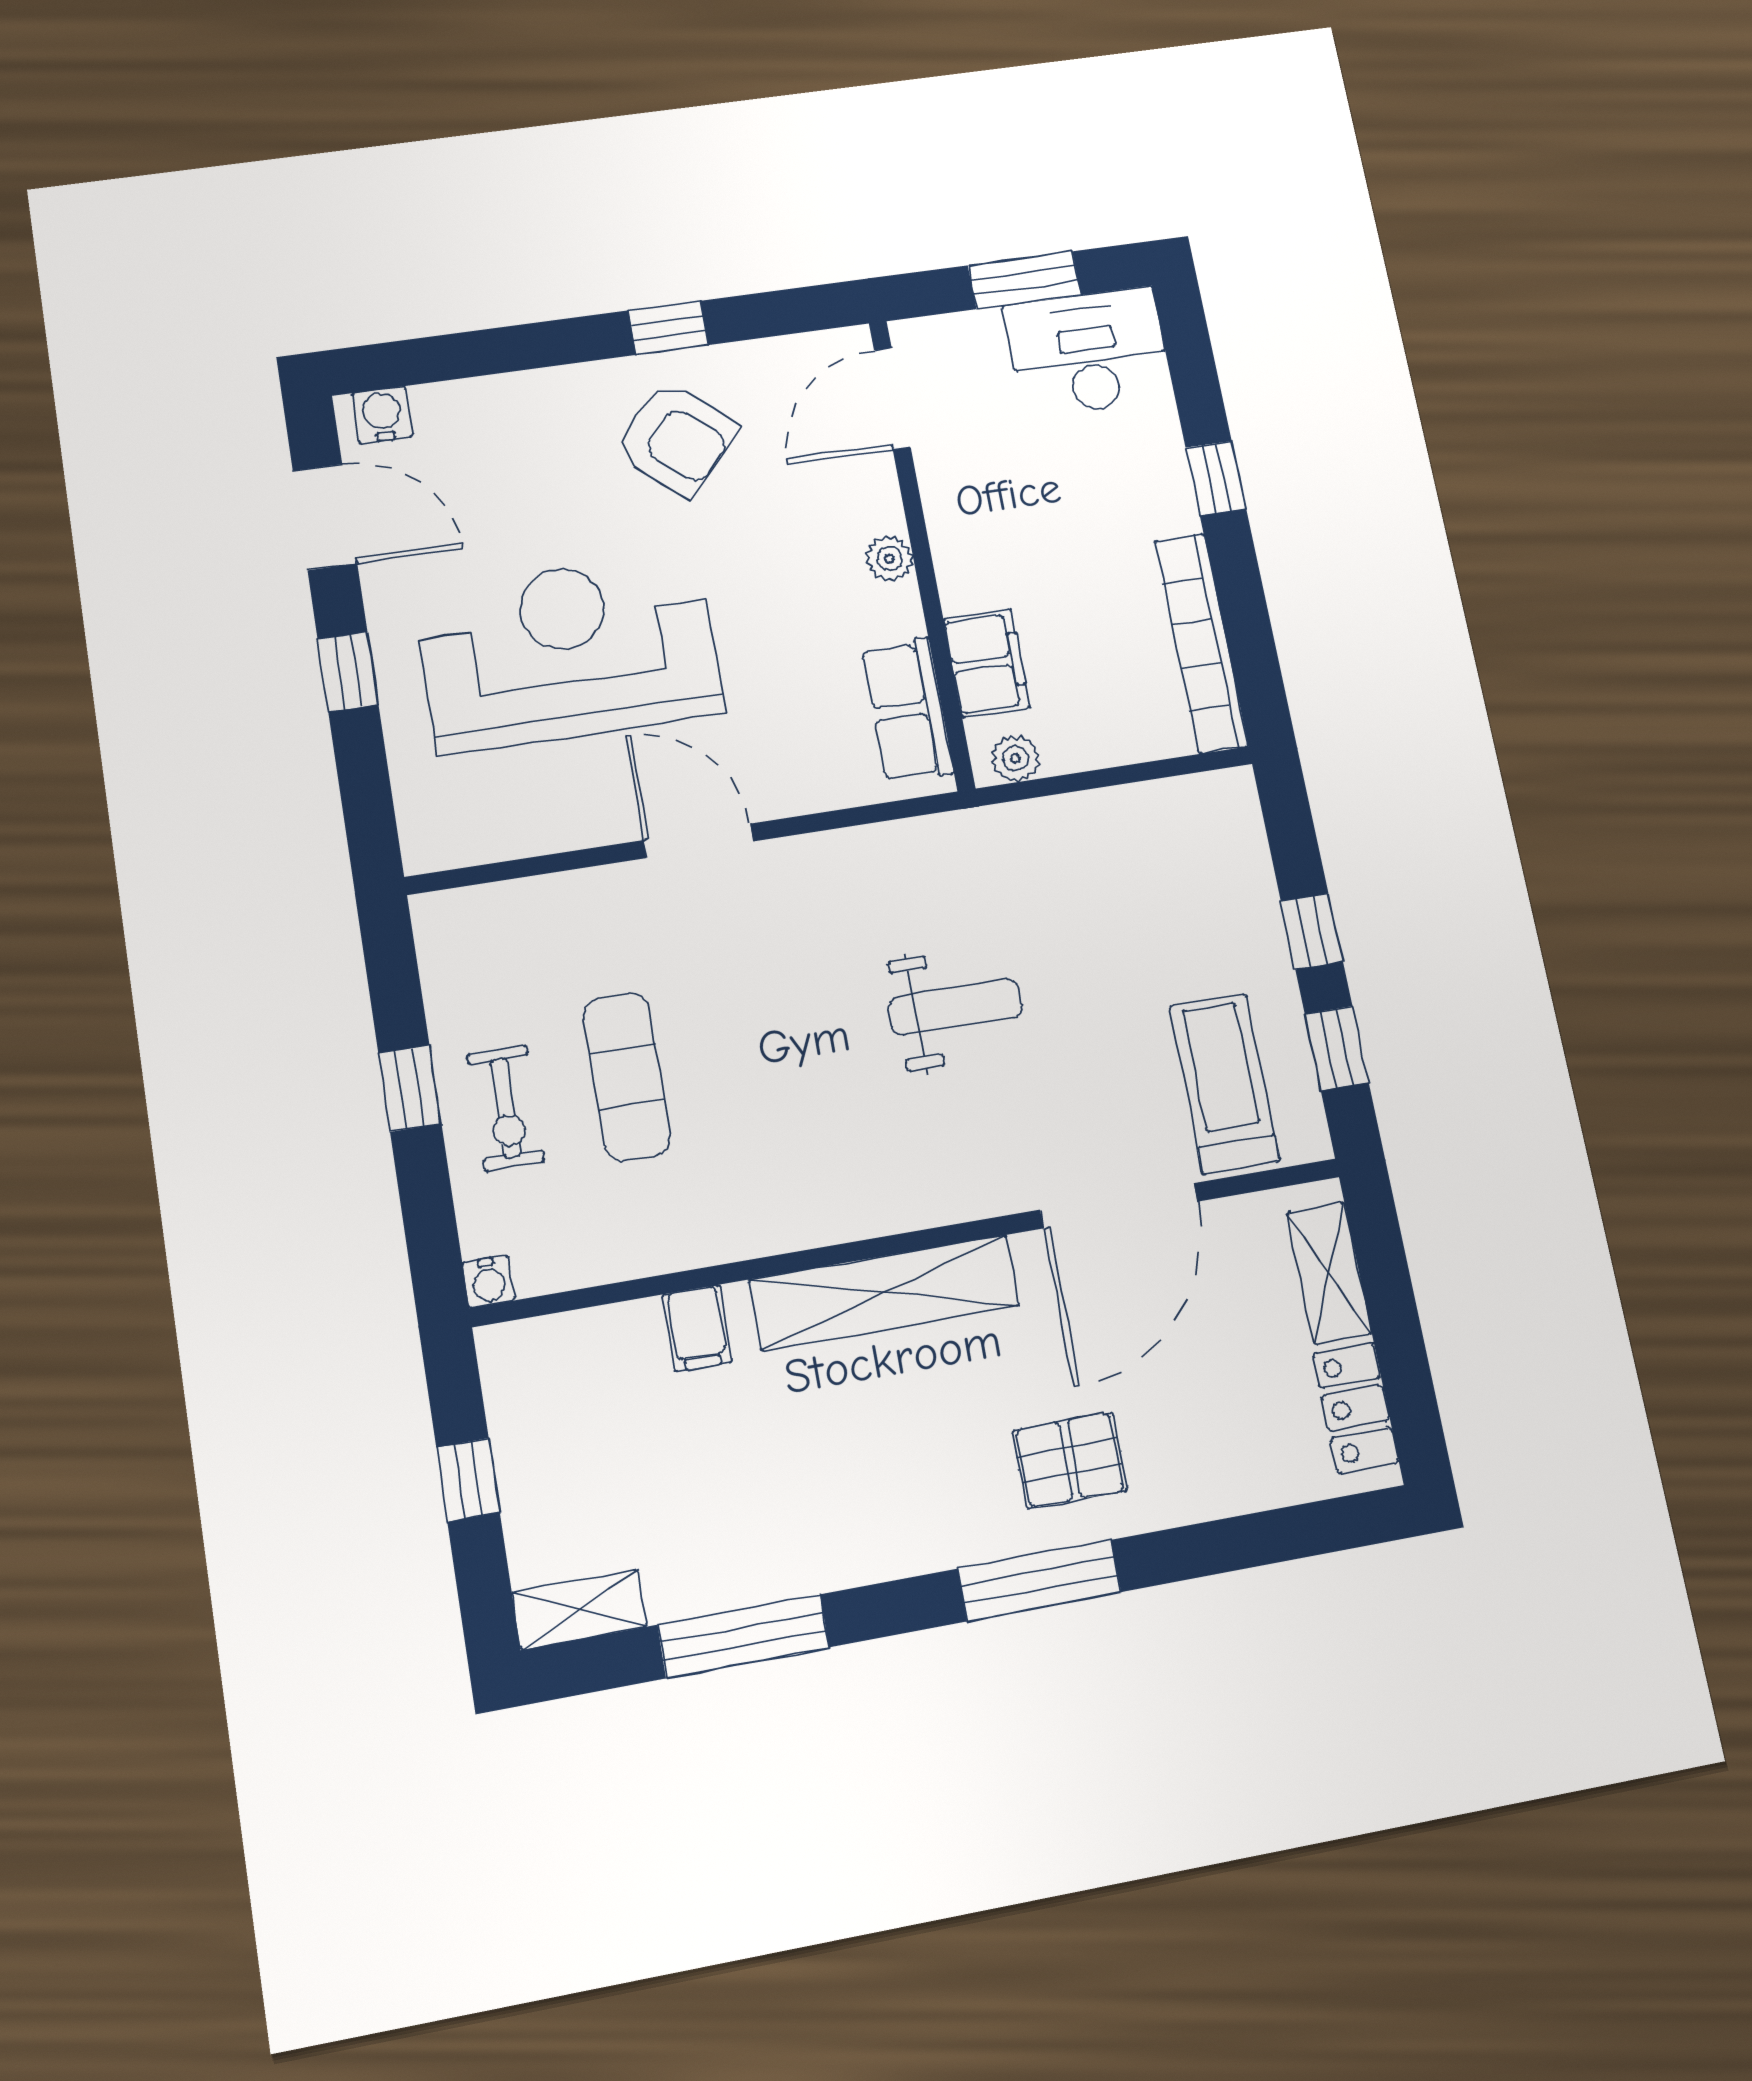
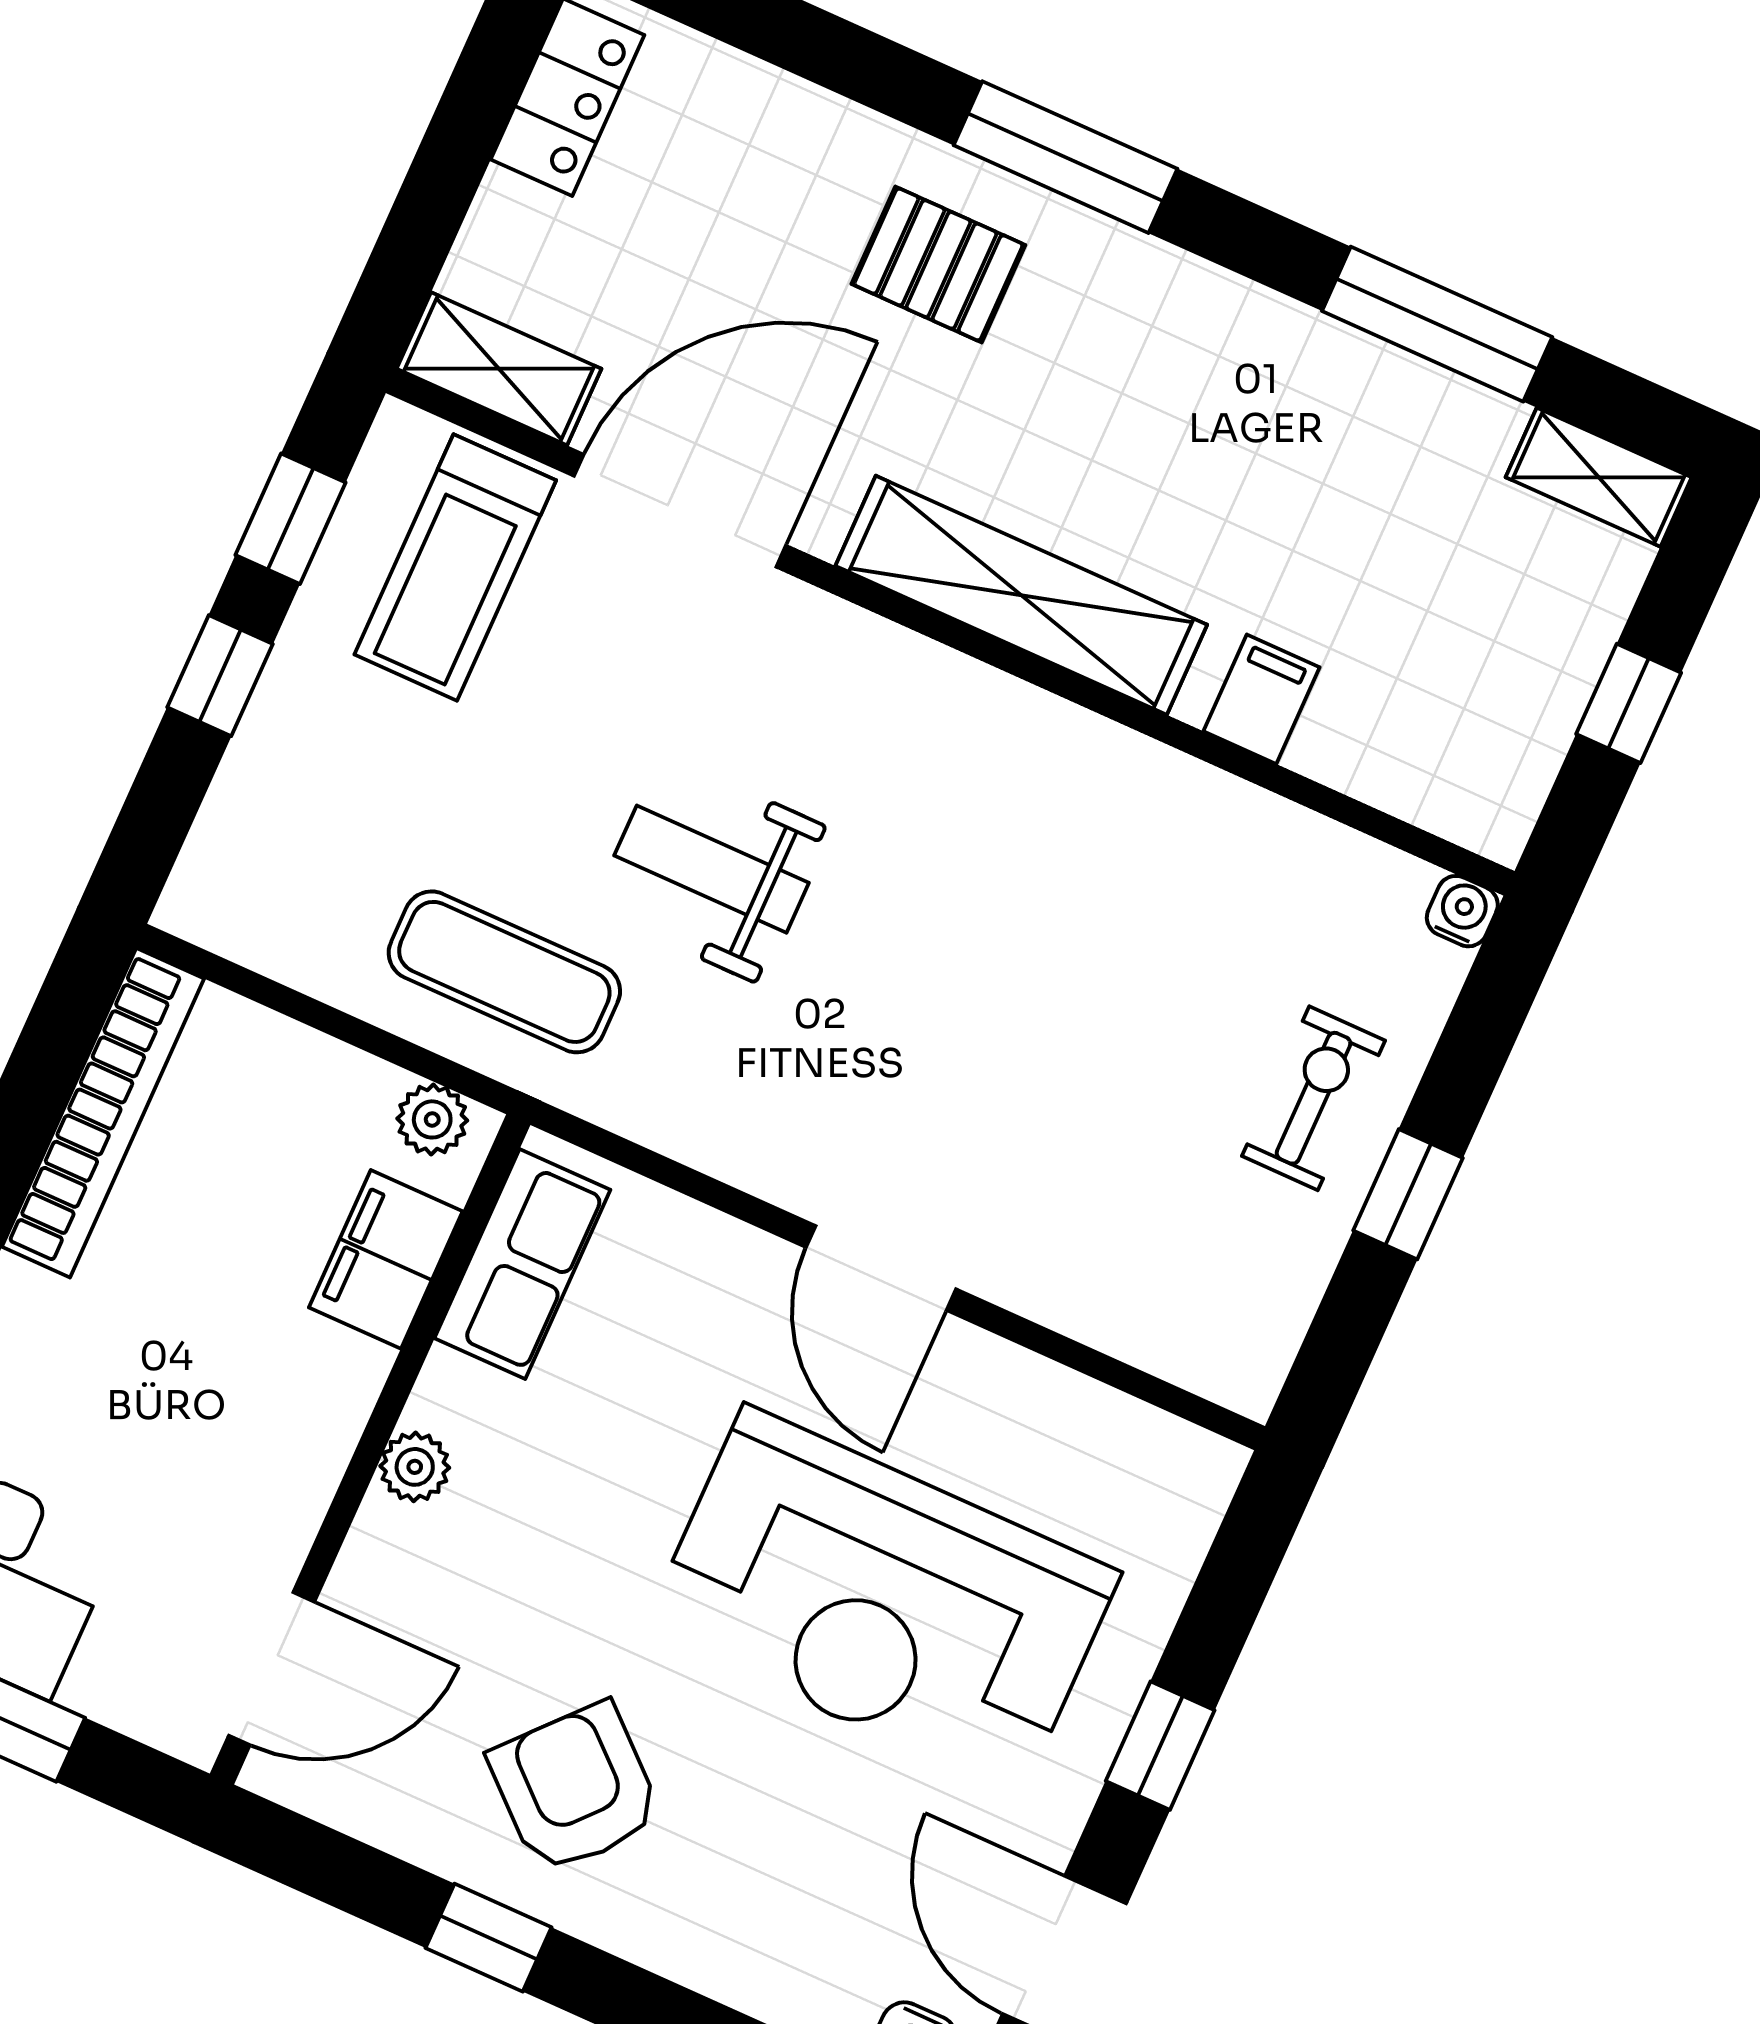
exercise mat: (627, 1077) -> (504, 972), moved, turned 90
shelving: (1329, 1273) -> (499, 369), moved, turned 90

